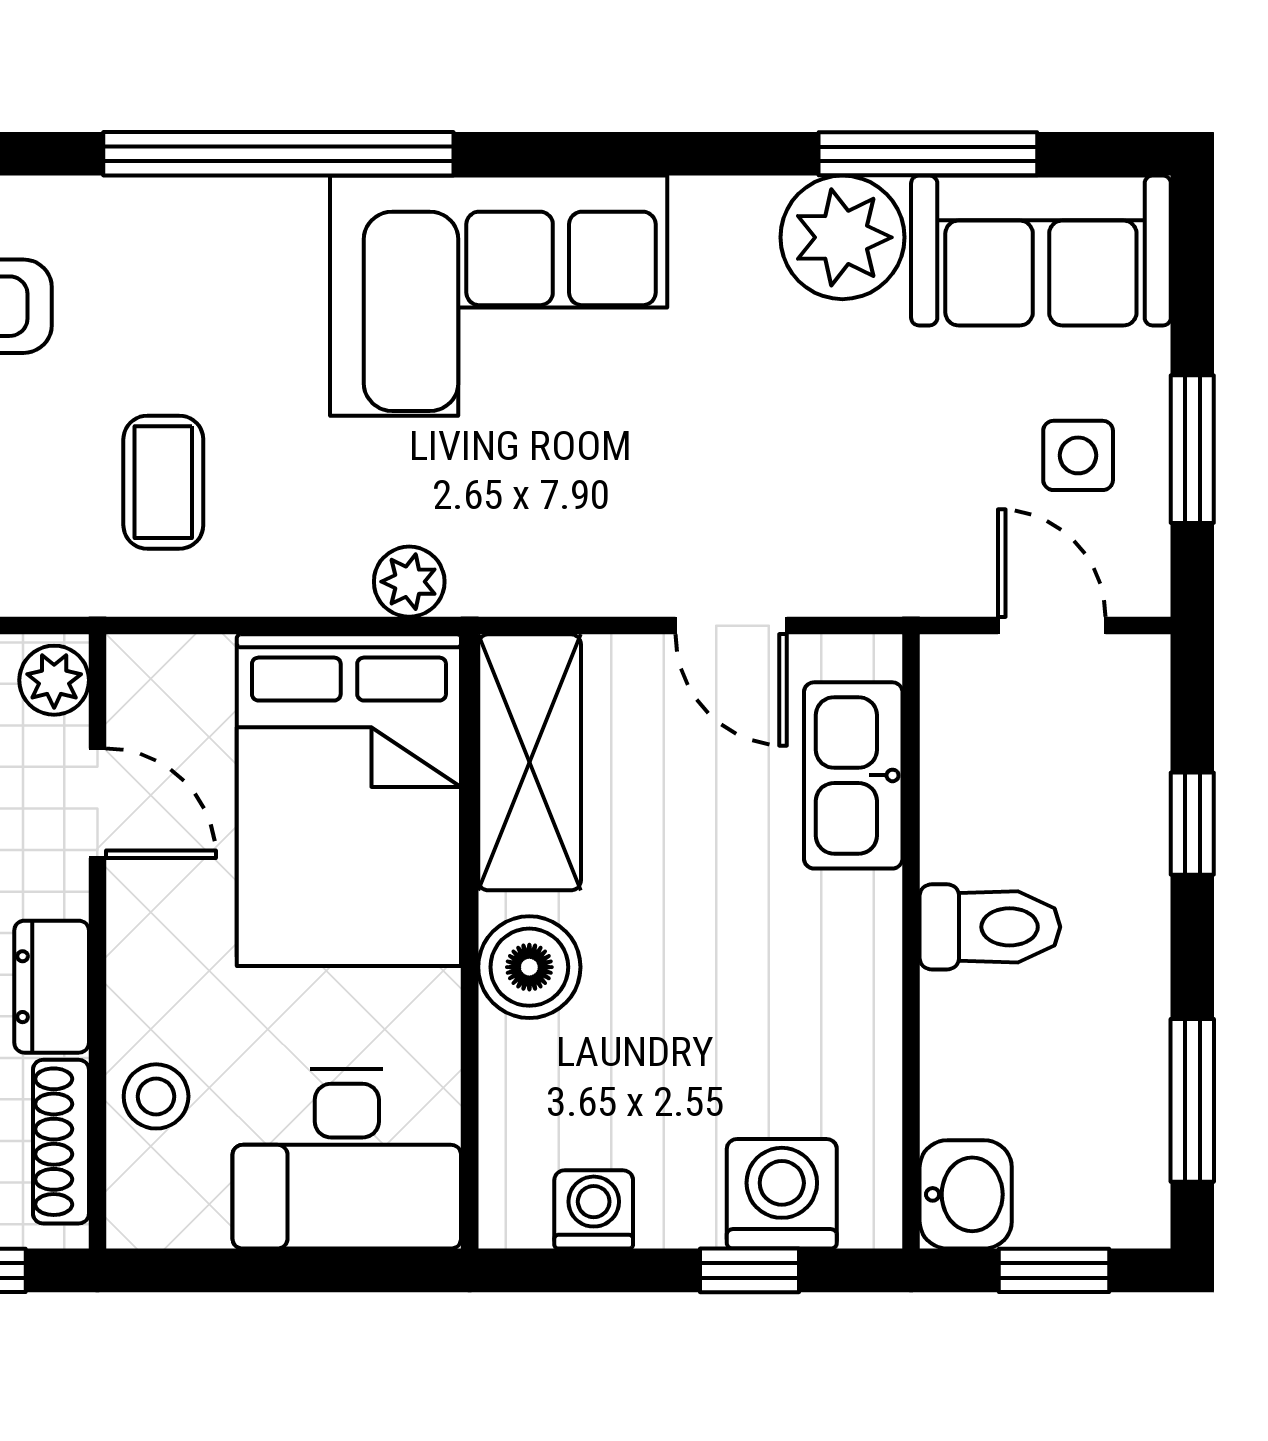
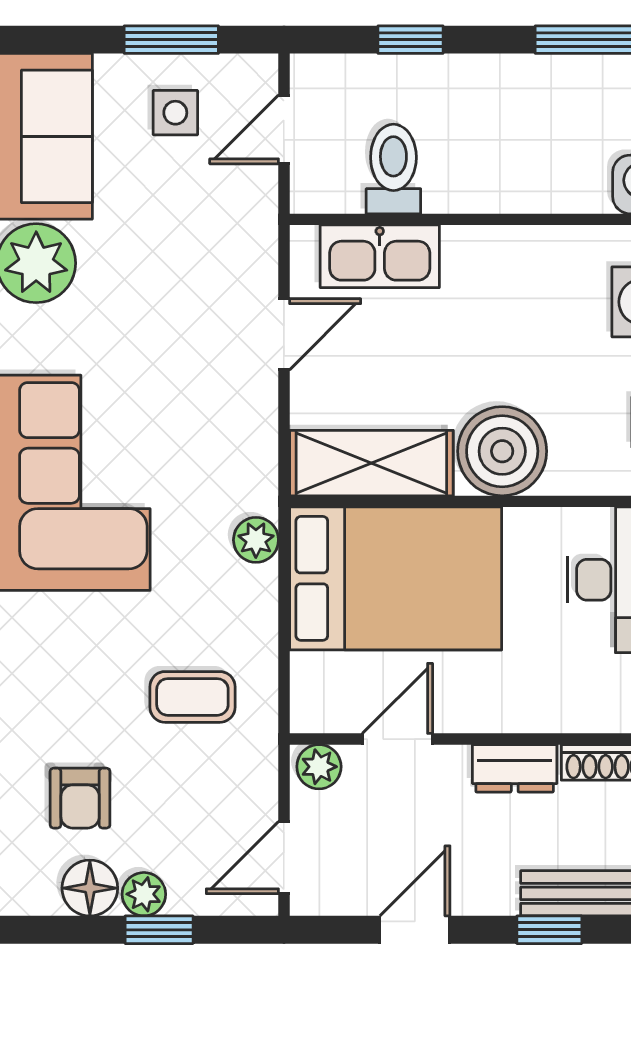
toilet: (990, 927) -> (393, 169), moved
boiler: (529, 967) -> (502, 451), width x1.37, depth x1.37
stool: (156, 1096) -> (585, 702), removed

